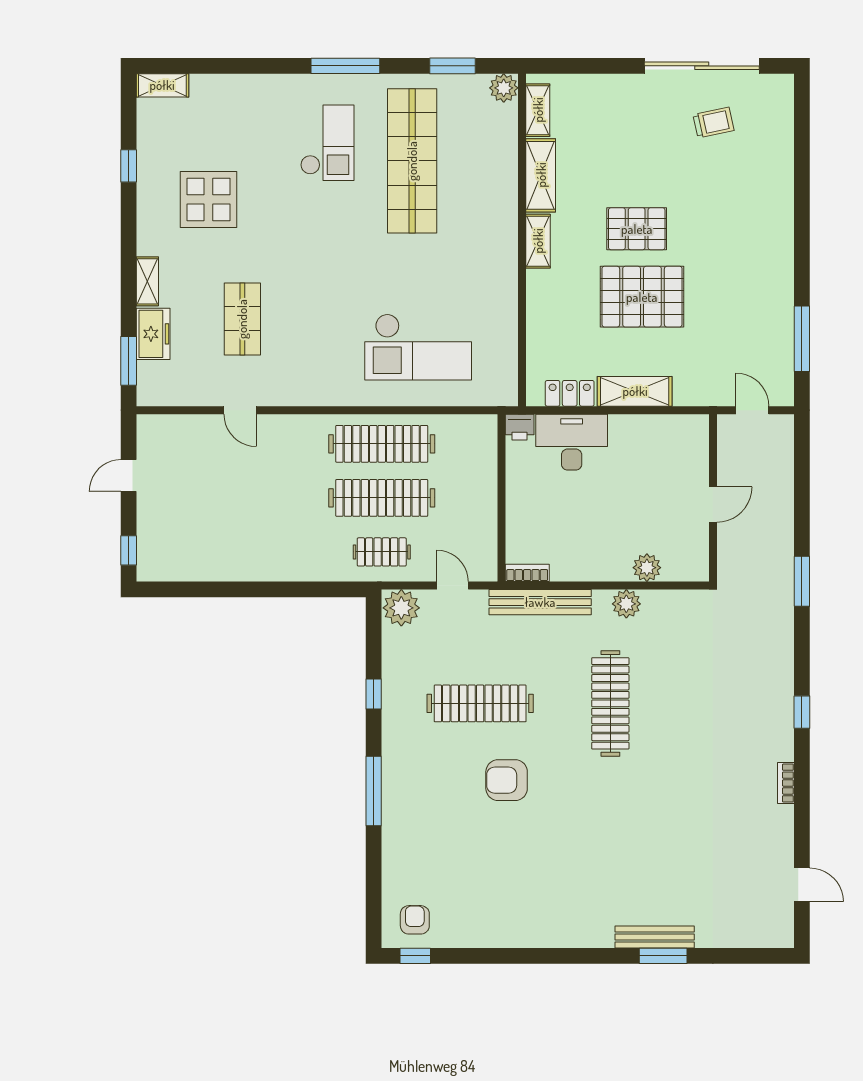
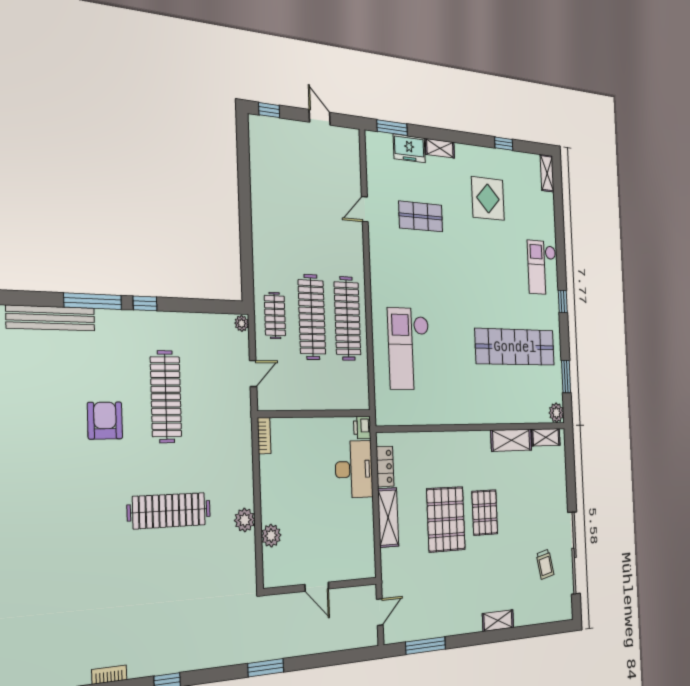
window: (345, 66) -> (563, 301), width x0.46
checkout: (327, 143) -> (542, 268), moved, turned 90
shelving: (538, 241) -> (498, 621), moved
bench: (540, 602) -> (51, 318), moved, turned 90
plant: (401, 608) -> (242, 323), width x0.53, depth x0.53
window: (374, 694) -> (145, 303), moved

